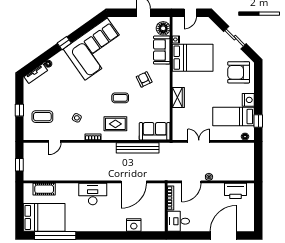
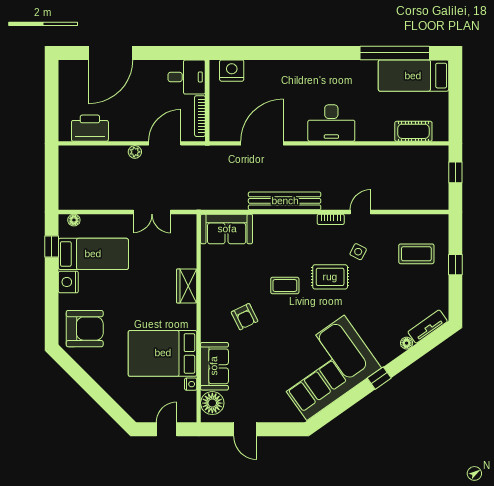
sliding door: (235, 38) -> (91, 387), removed
rug: (115, 124) -> (330, 277), moved
door: (55, 141) -> (360, 212), moved
bench: (138, 148) -> (285, 201), moved
bed: (44, 217) -> (413, 76), width x0.67
nightstand: (134, 225) -> (232, 71), moved

